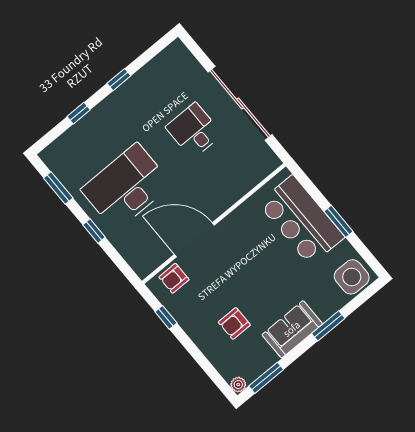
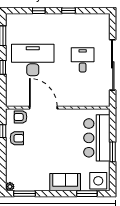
armchair: (234, 323) -> (17, 138), moved, turned 180
window: (328, 326) -> (87, 194), moved
sofa: (292, 329) -> (65, 182), moved

